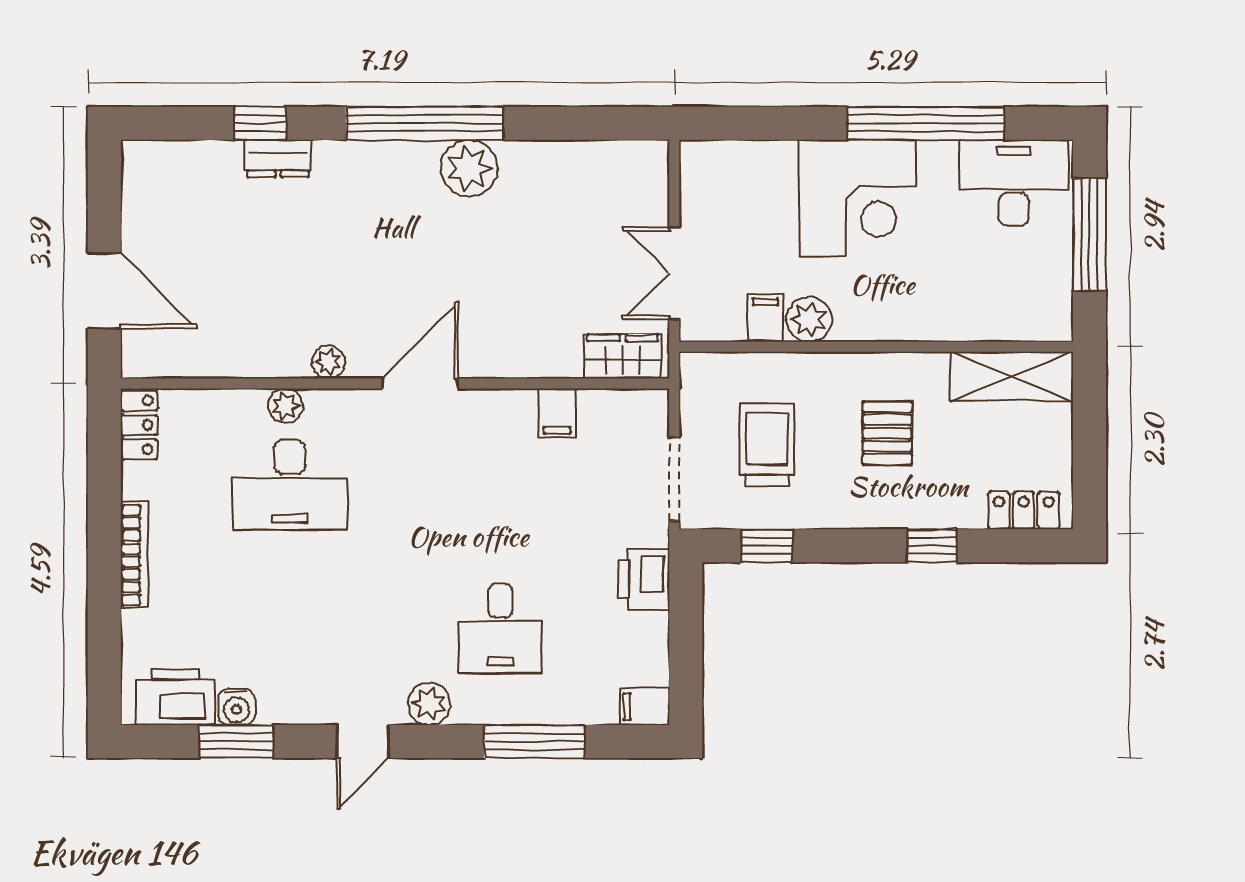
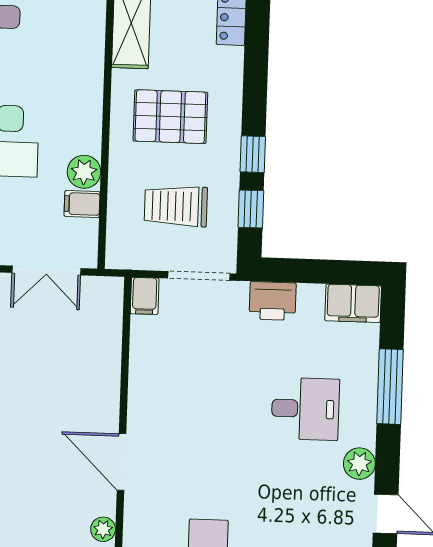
wardrobe: (623, 356) -> (107, 311), removed
filing cabinet: (557, 413) -> (145, 296), moved, turned 90
pallet: (887, 433) -> (170, 117), width x1.50, depth x1.42
window: (932, 546) -> (253, 154), moved
filing cabinet: (645, 707) -> (353, 303), width x2.00

